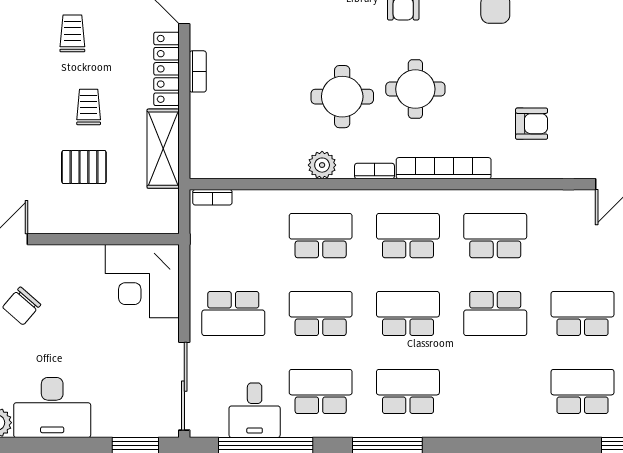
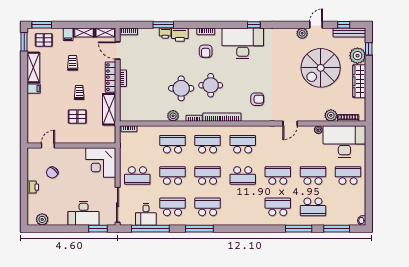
desk: (52, 407) -> (83, 213), moved

